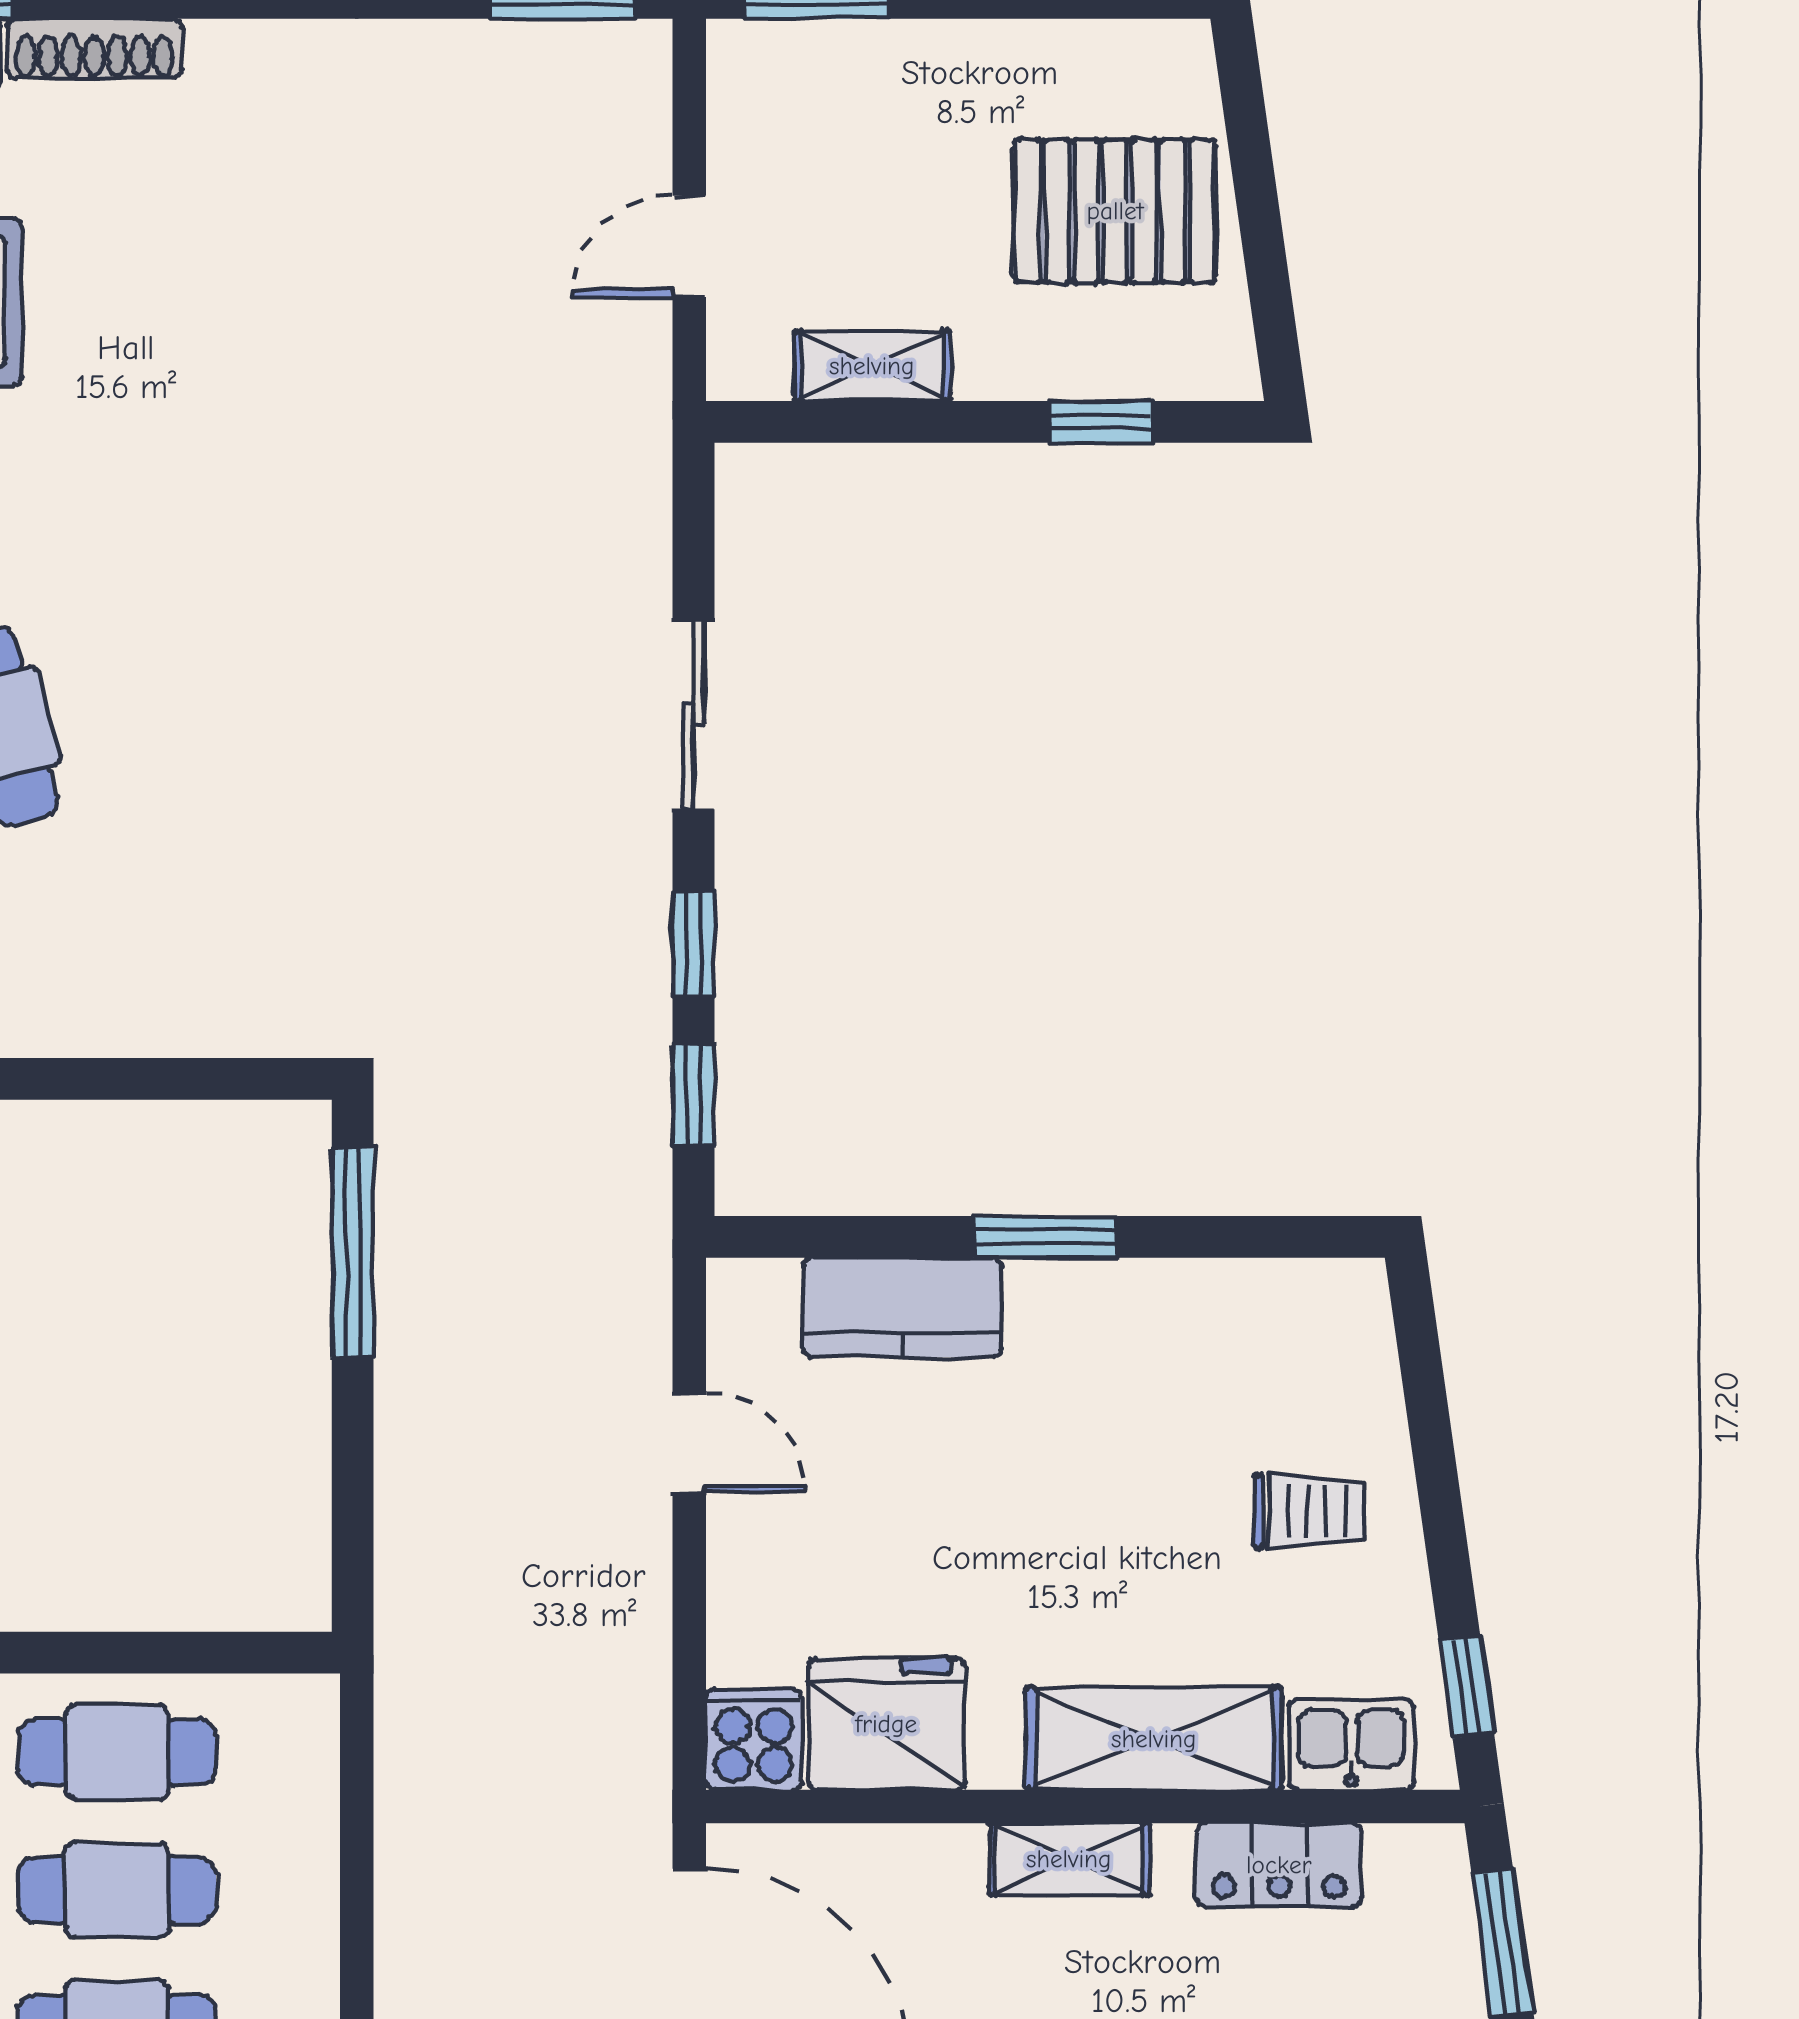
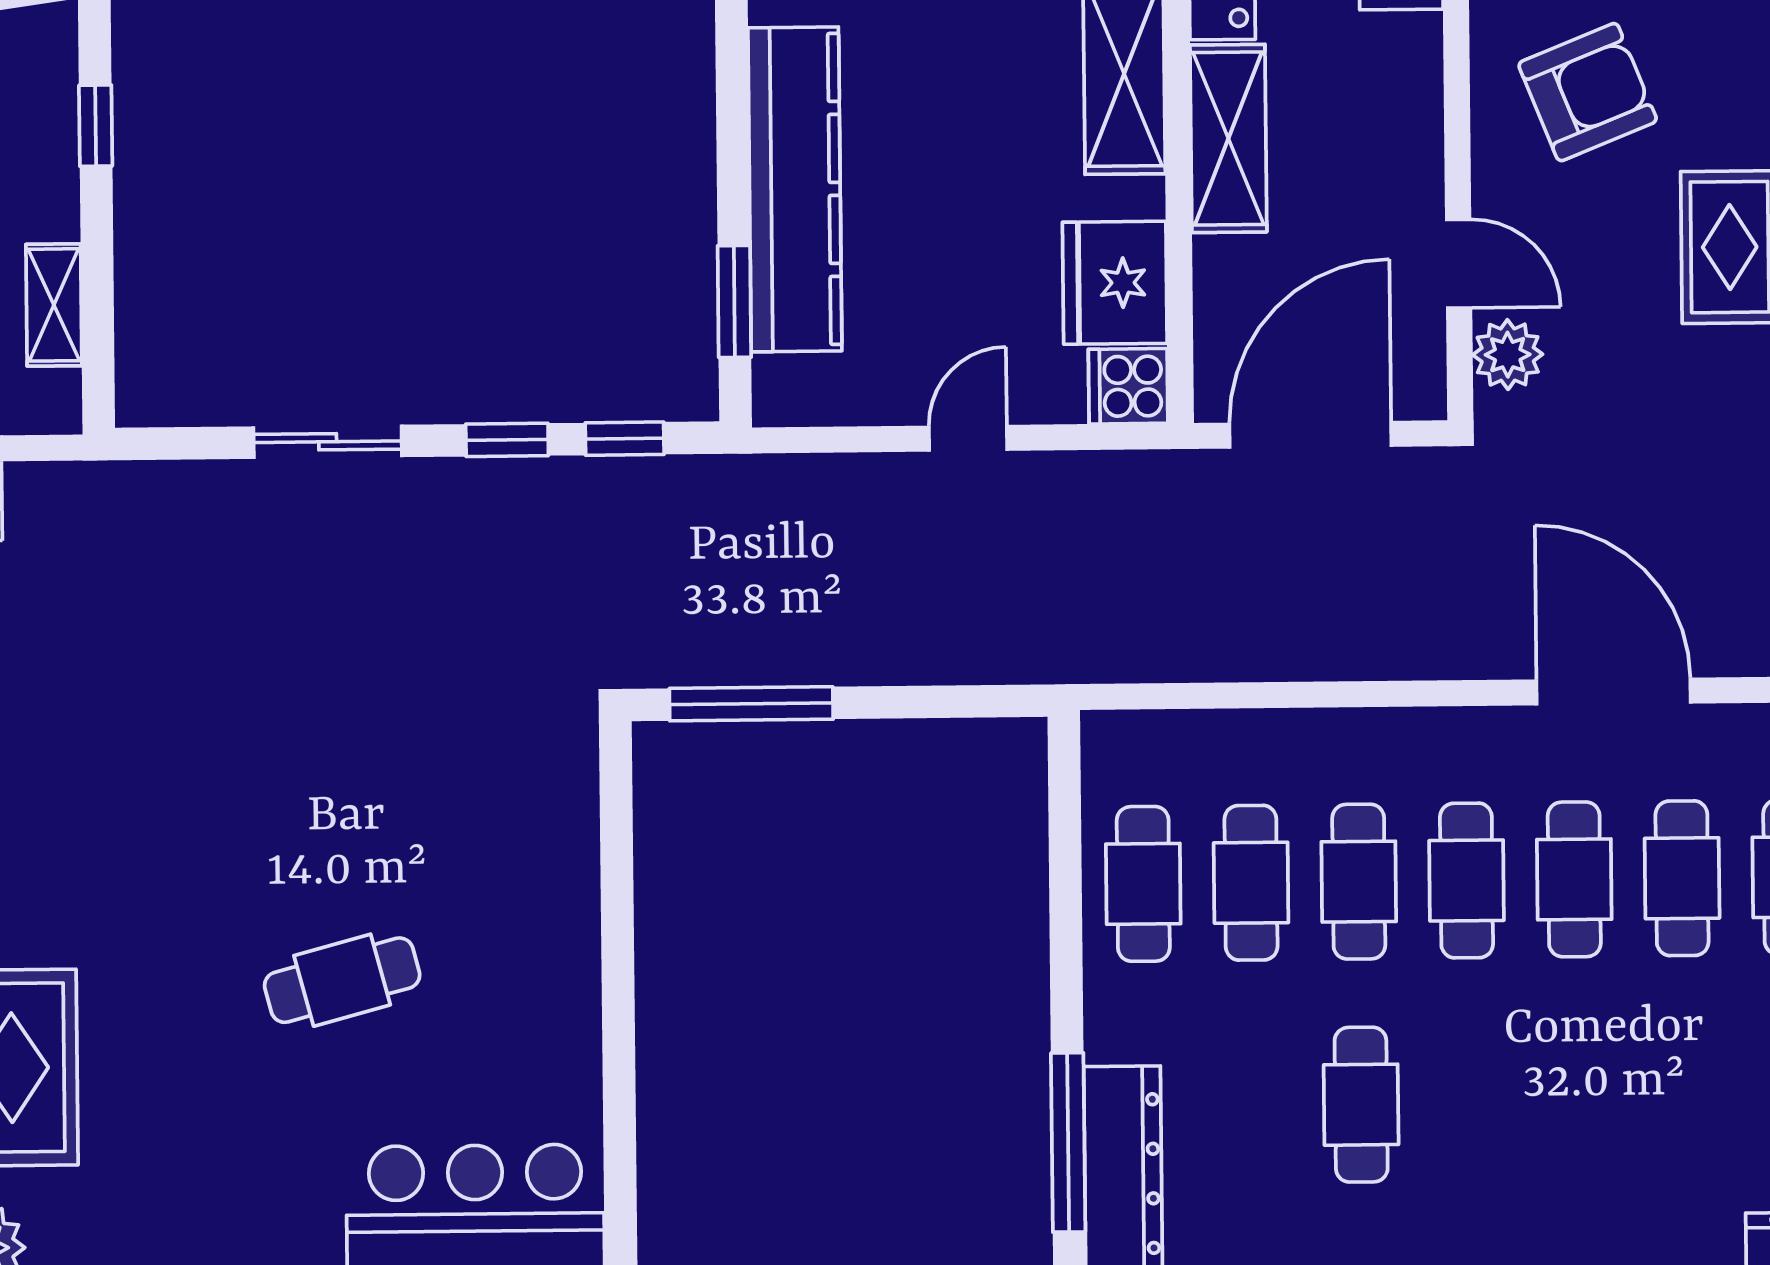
window: (1045, 1237) -> (734, 302), moved
kitchen counter: (902, 1307) -> (795, 189), width x2.08, depth x1.17
door: (689, 1442) -> (968, 438), moved
shelving: (1069, 1859) -> (1228, 138), width x1.50, depth x1.33

